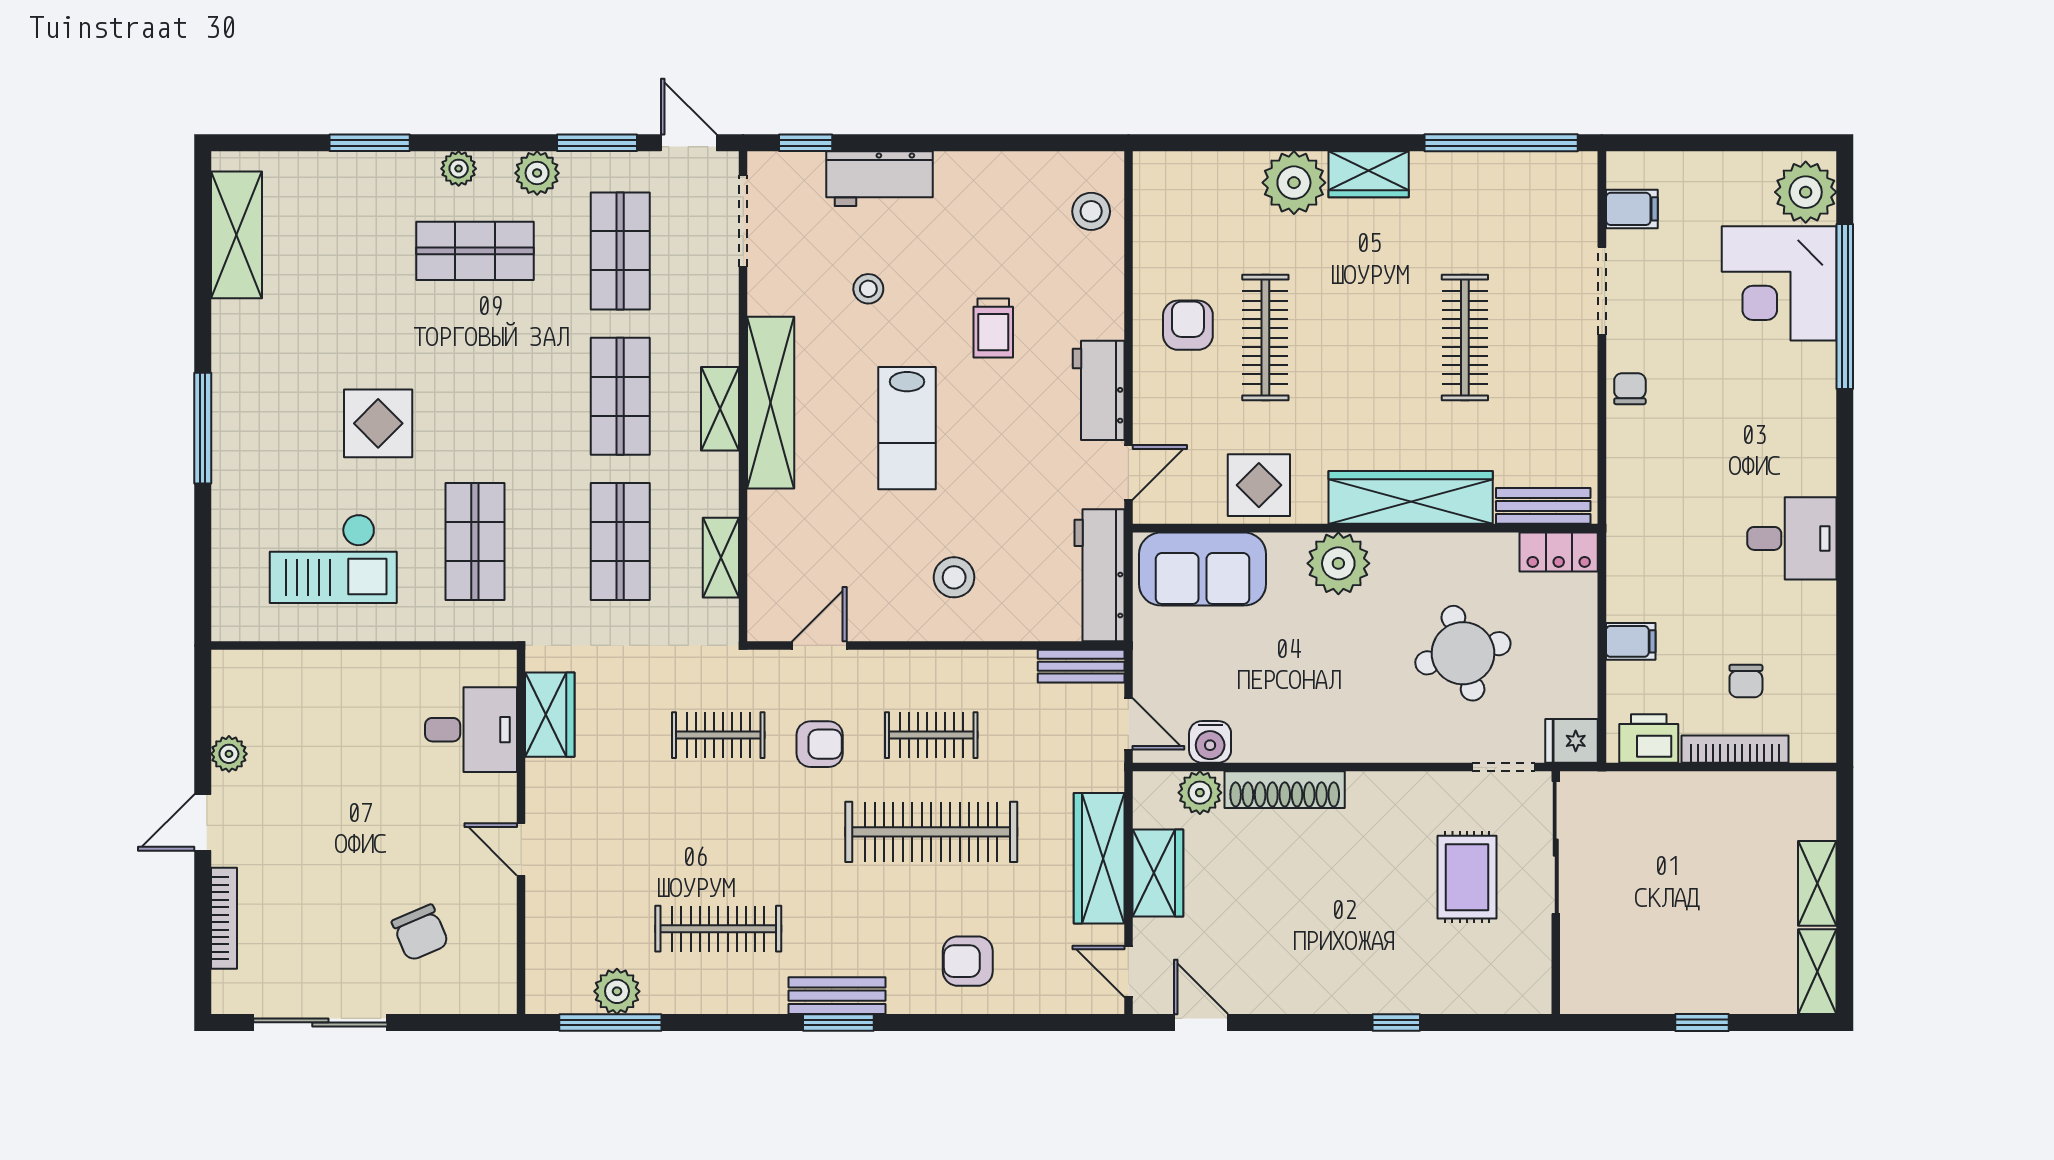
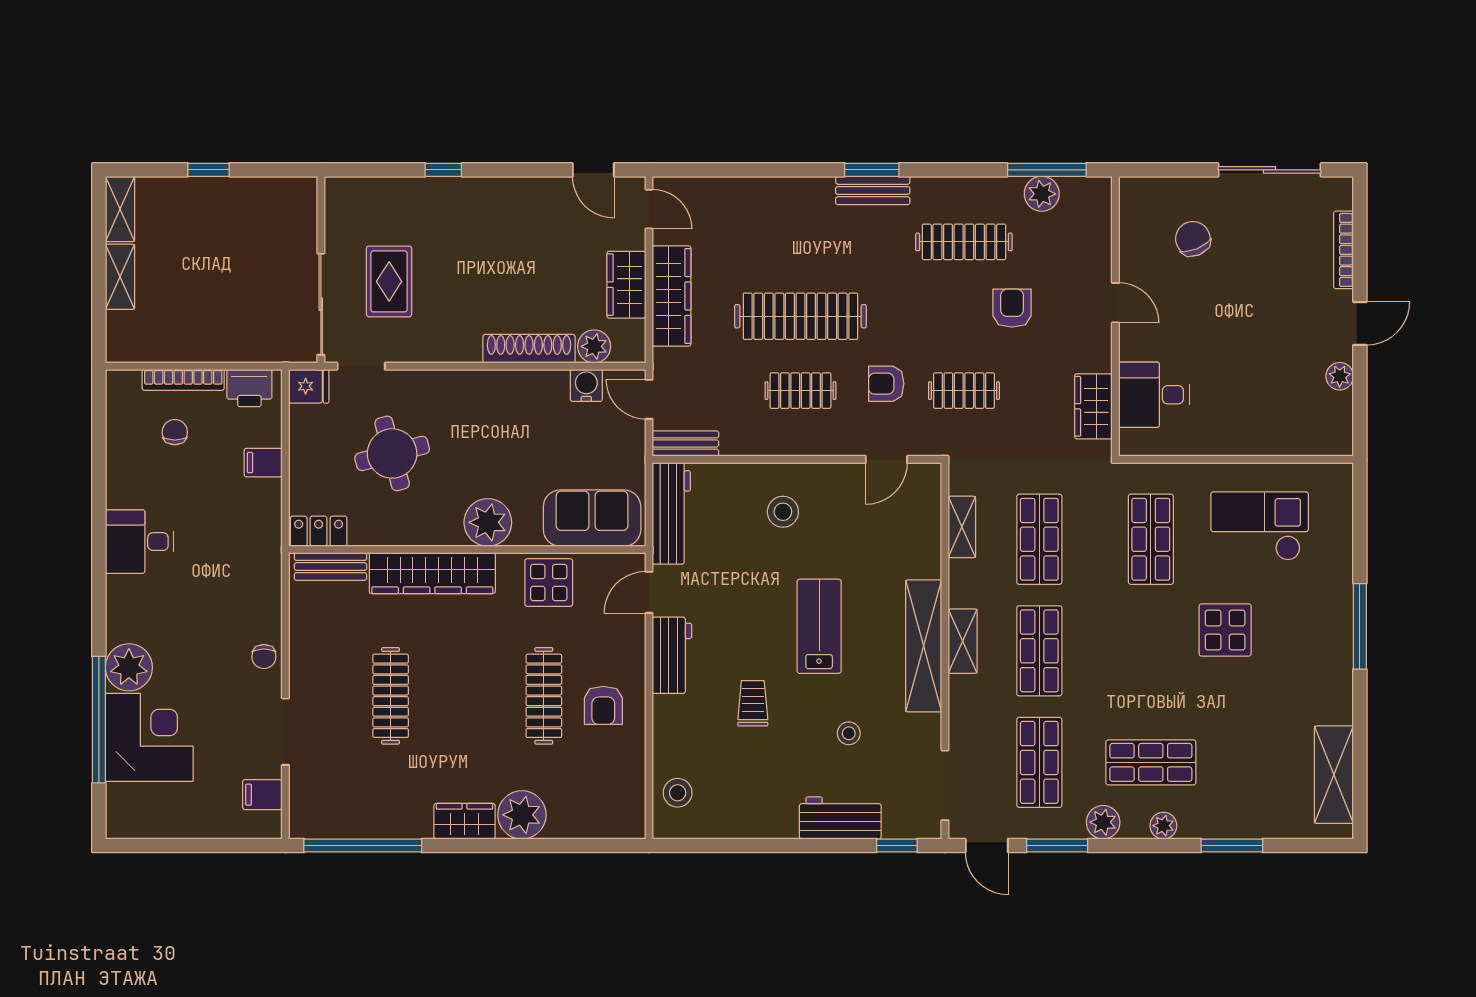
plant: (1806, 192) -> (129, 667), moved
armchair: (968, 961) -> (1012, 308), moved, turned -90

